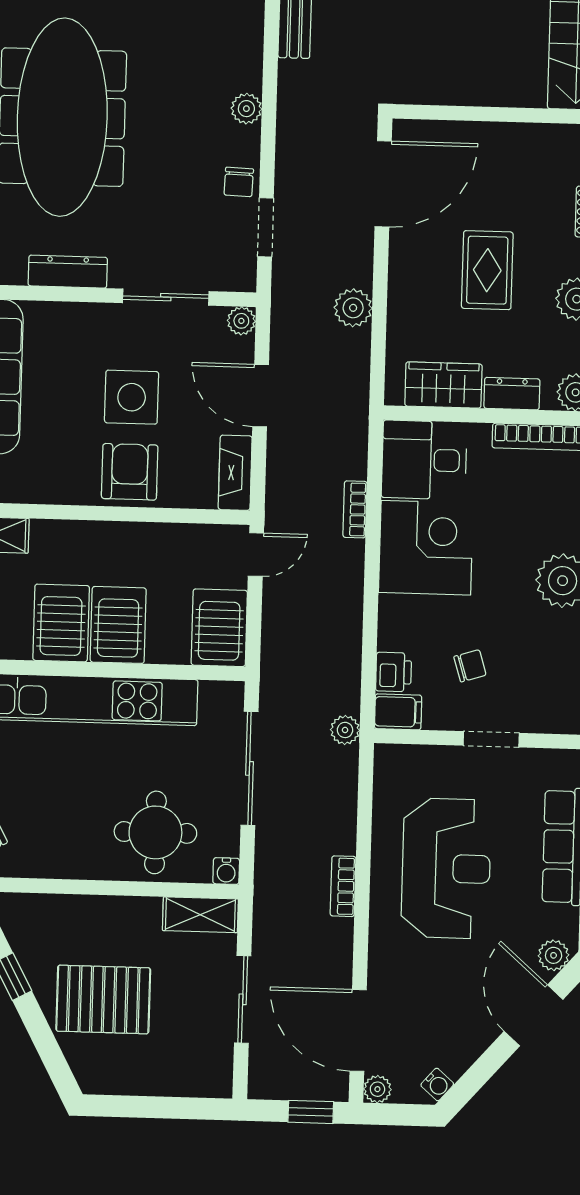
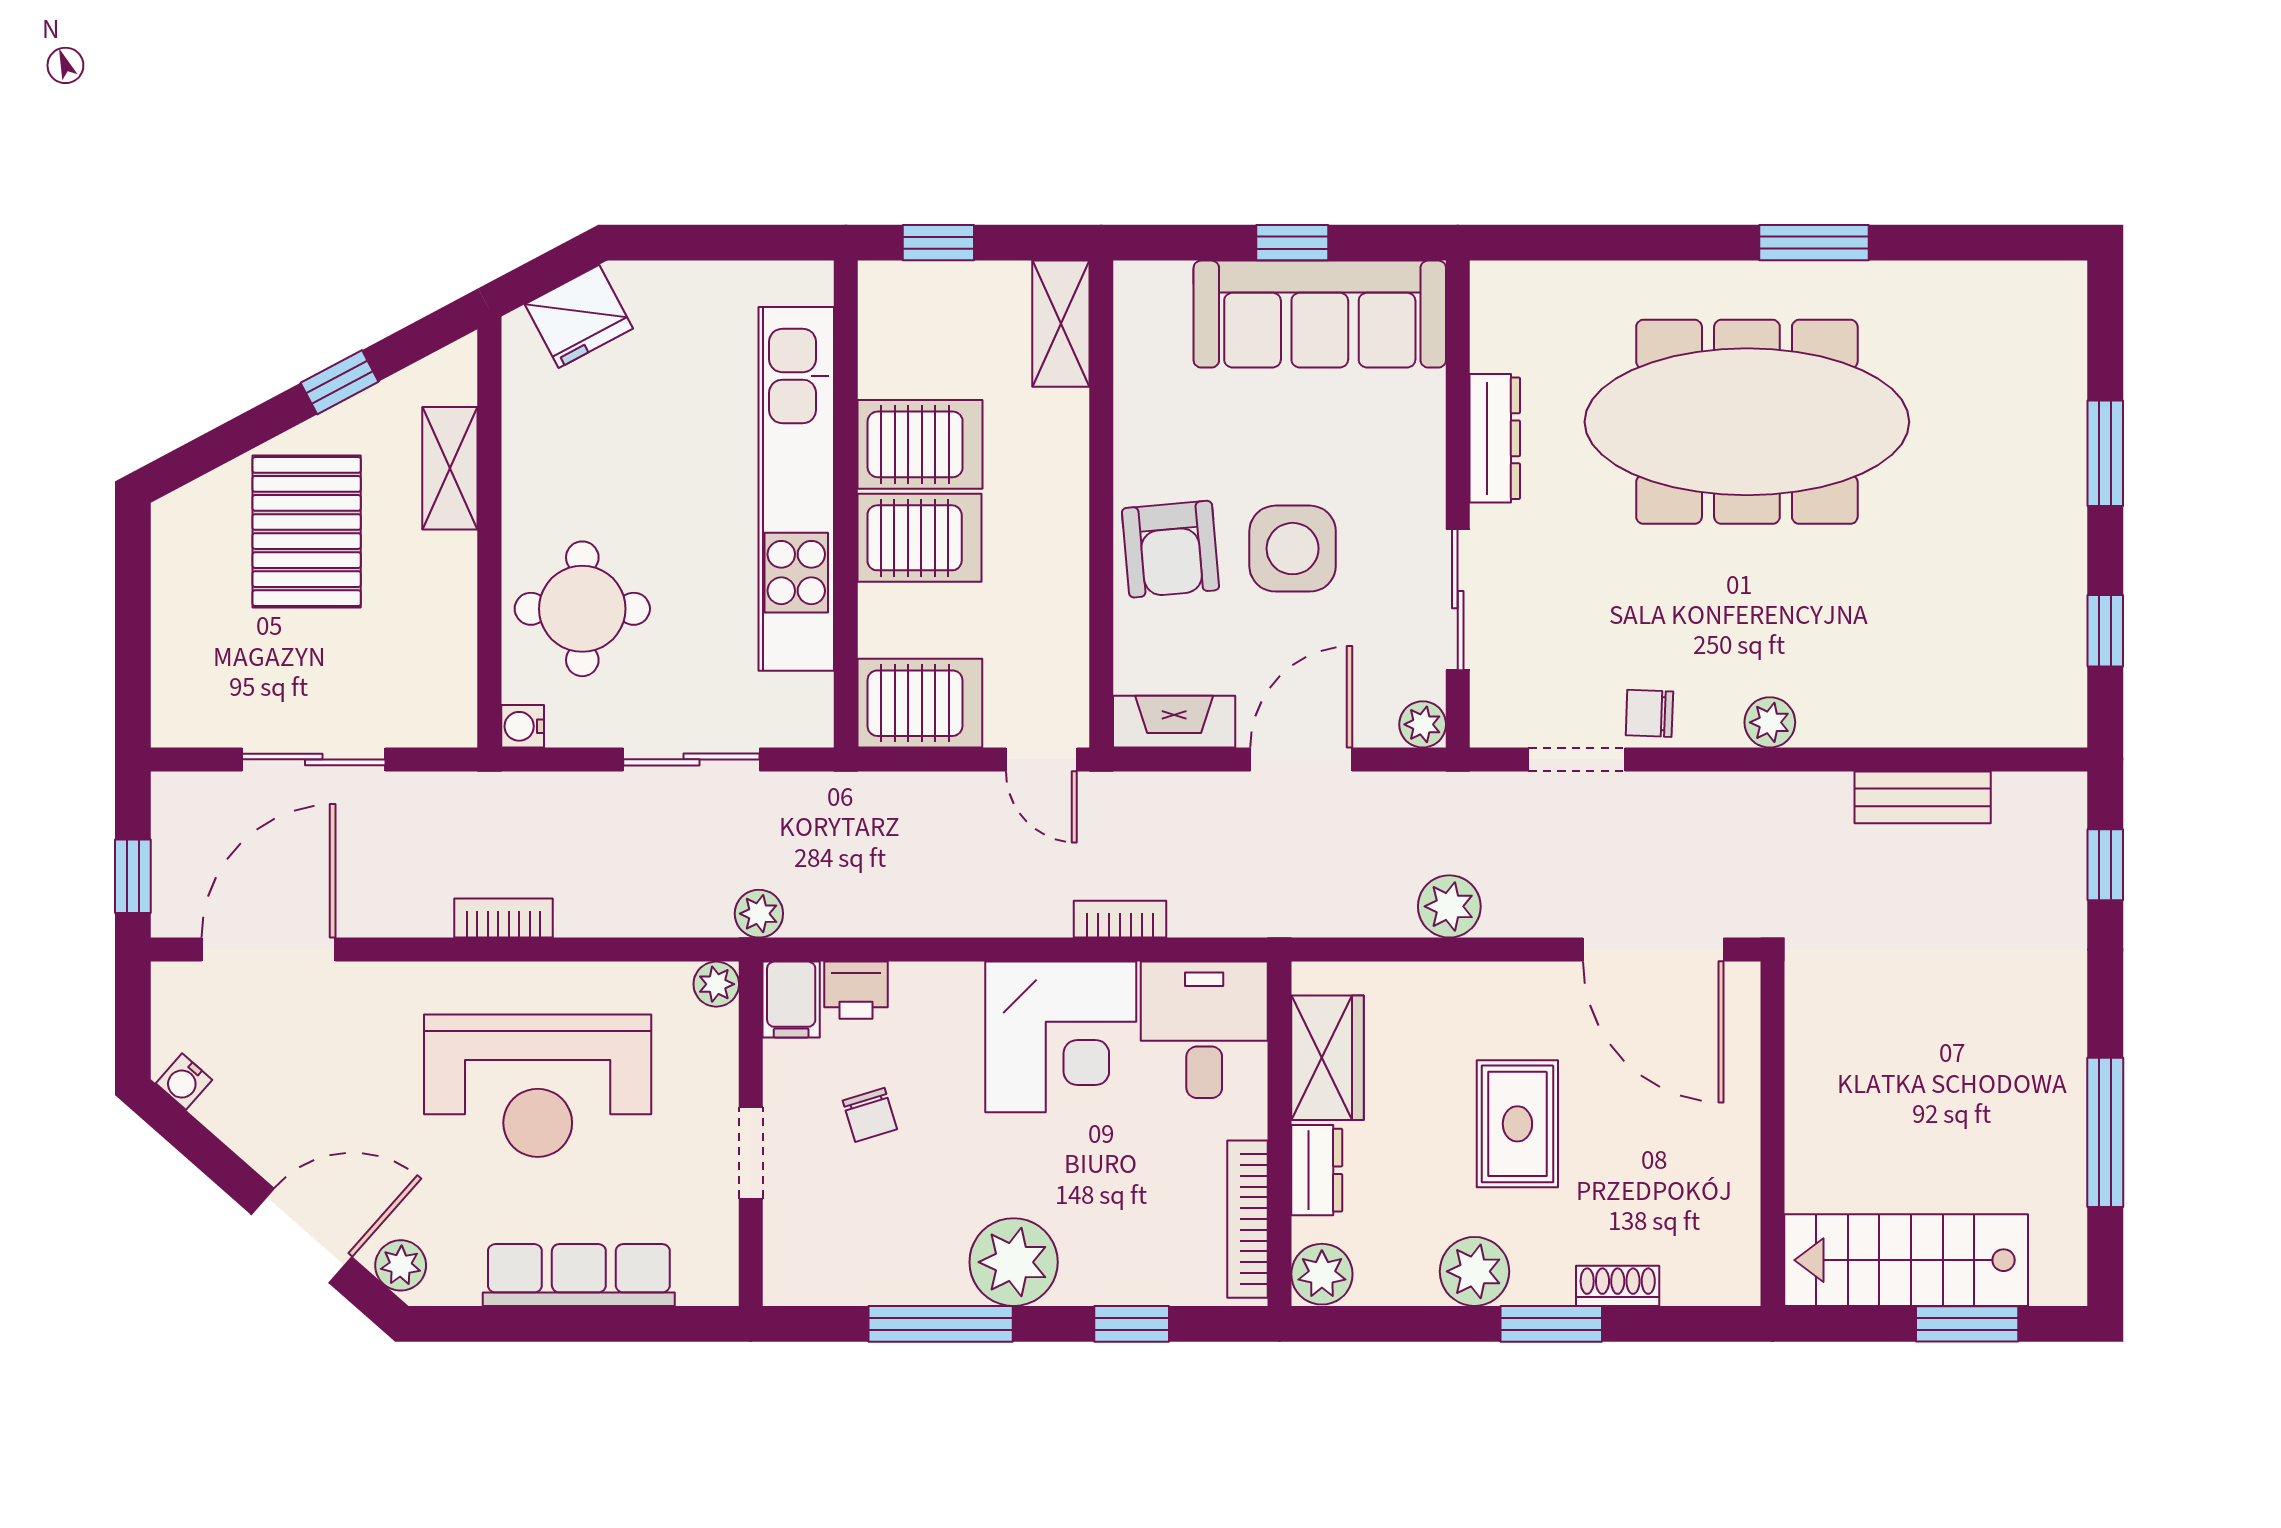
rug: (487, 270) -> (1517, 1124), turned 90
armchair: (130, 472) -> (1171, 549), turned 85
sliding door: (250, 768) -> (691, 759), width x0.73
shelving: (200, 915) -> (450, 468), moved
plant: (377, 1089) -> (716, 984), moved

